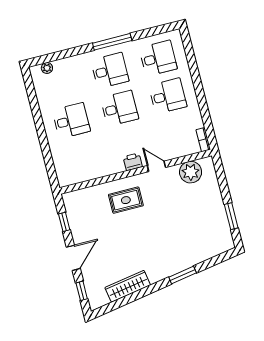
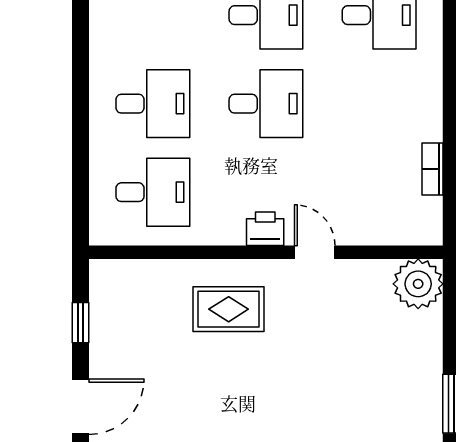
desk: (168, 96) -> (153, 192), moved
bookcase: (203, 140) -> (433, 169), moved
plant: (191, 172) -> (418, 284), moved

